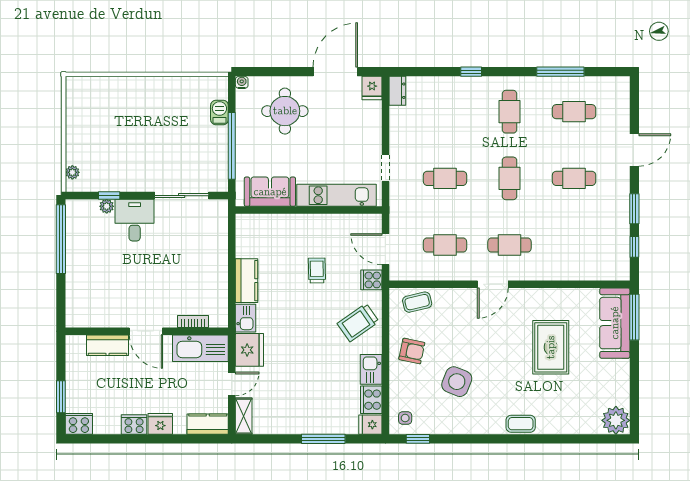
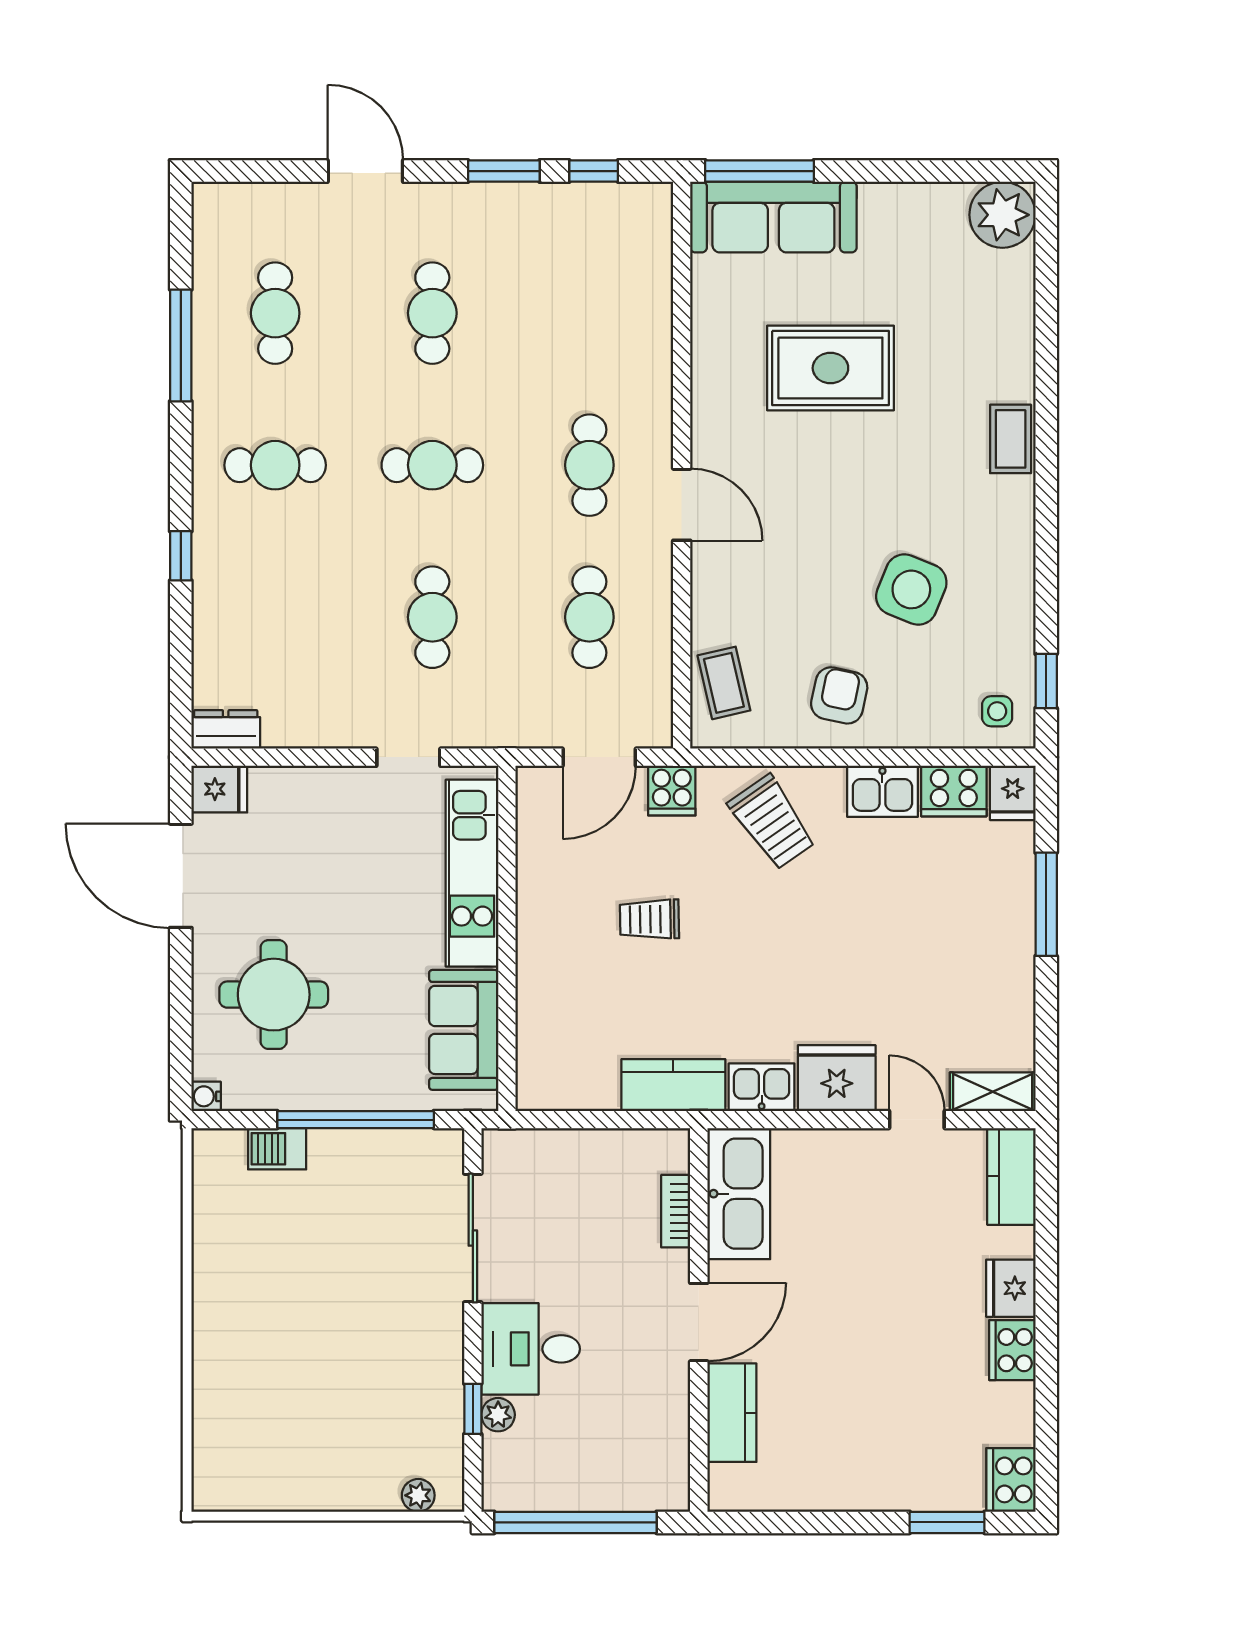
bookcase: (193, 321) -> (676, 1211), moved
door: (146, 331) -> (699, 1322), moved
wall: (147, 331) -> (699, 1320), moved
kitchen counter: (107, 345) -> (732, 1413), moved
kitchen sink: (200, 348) -> (739, 1194), moved

